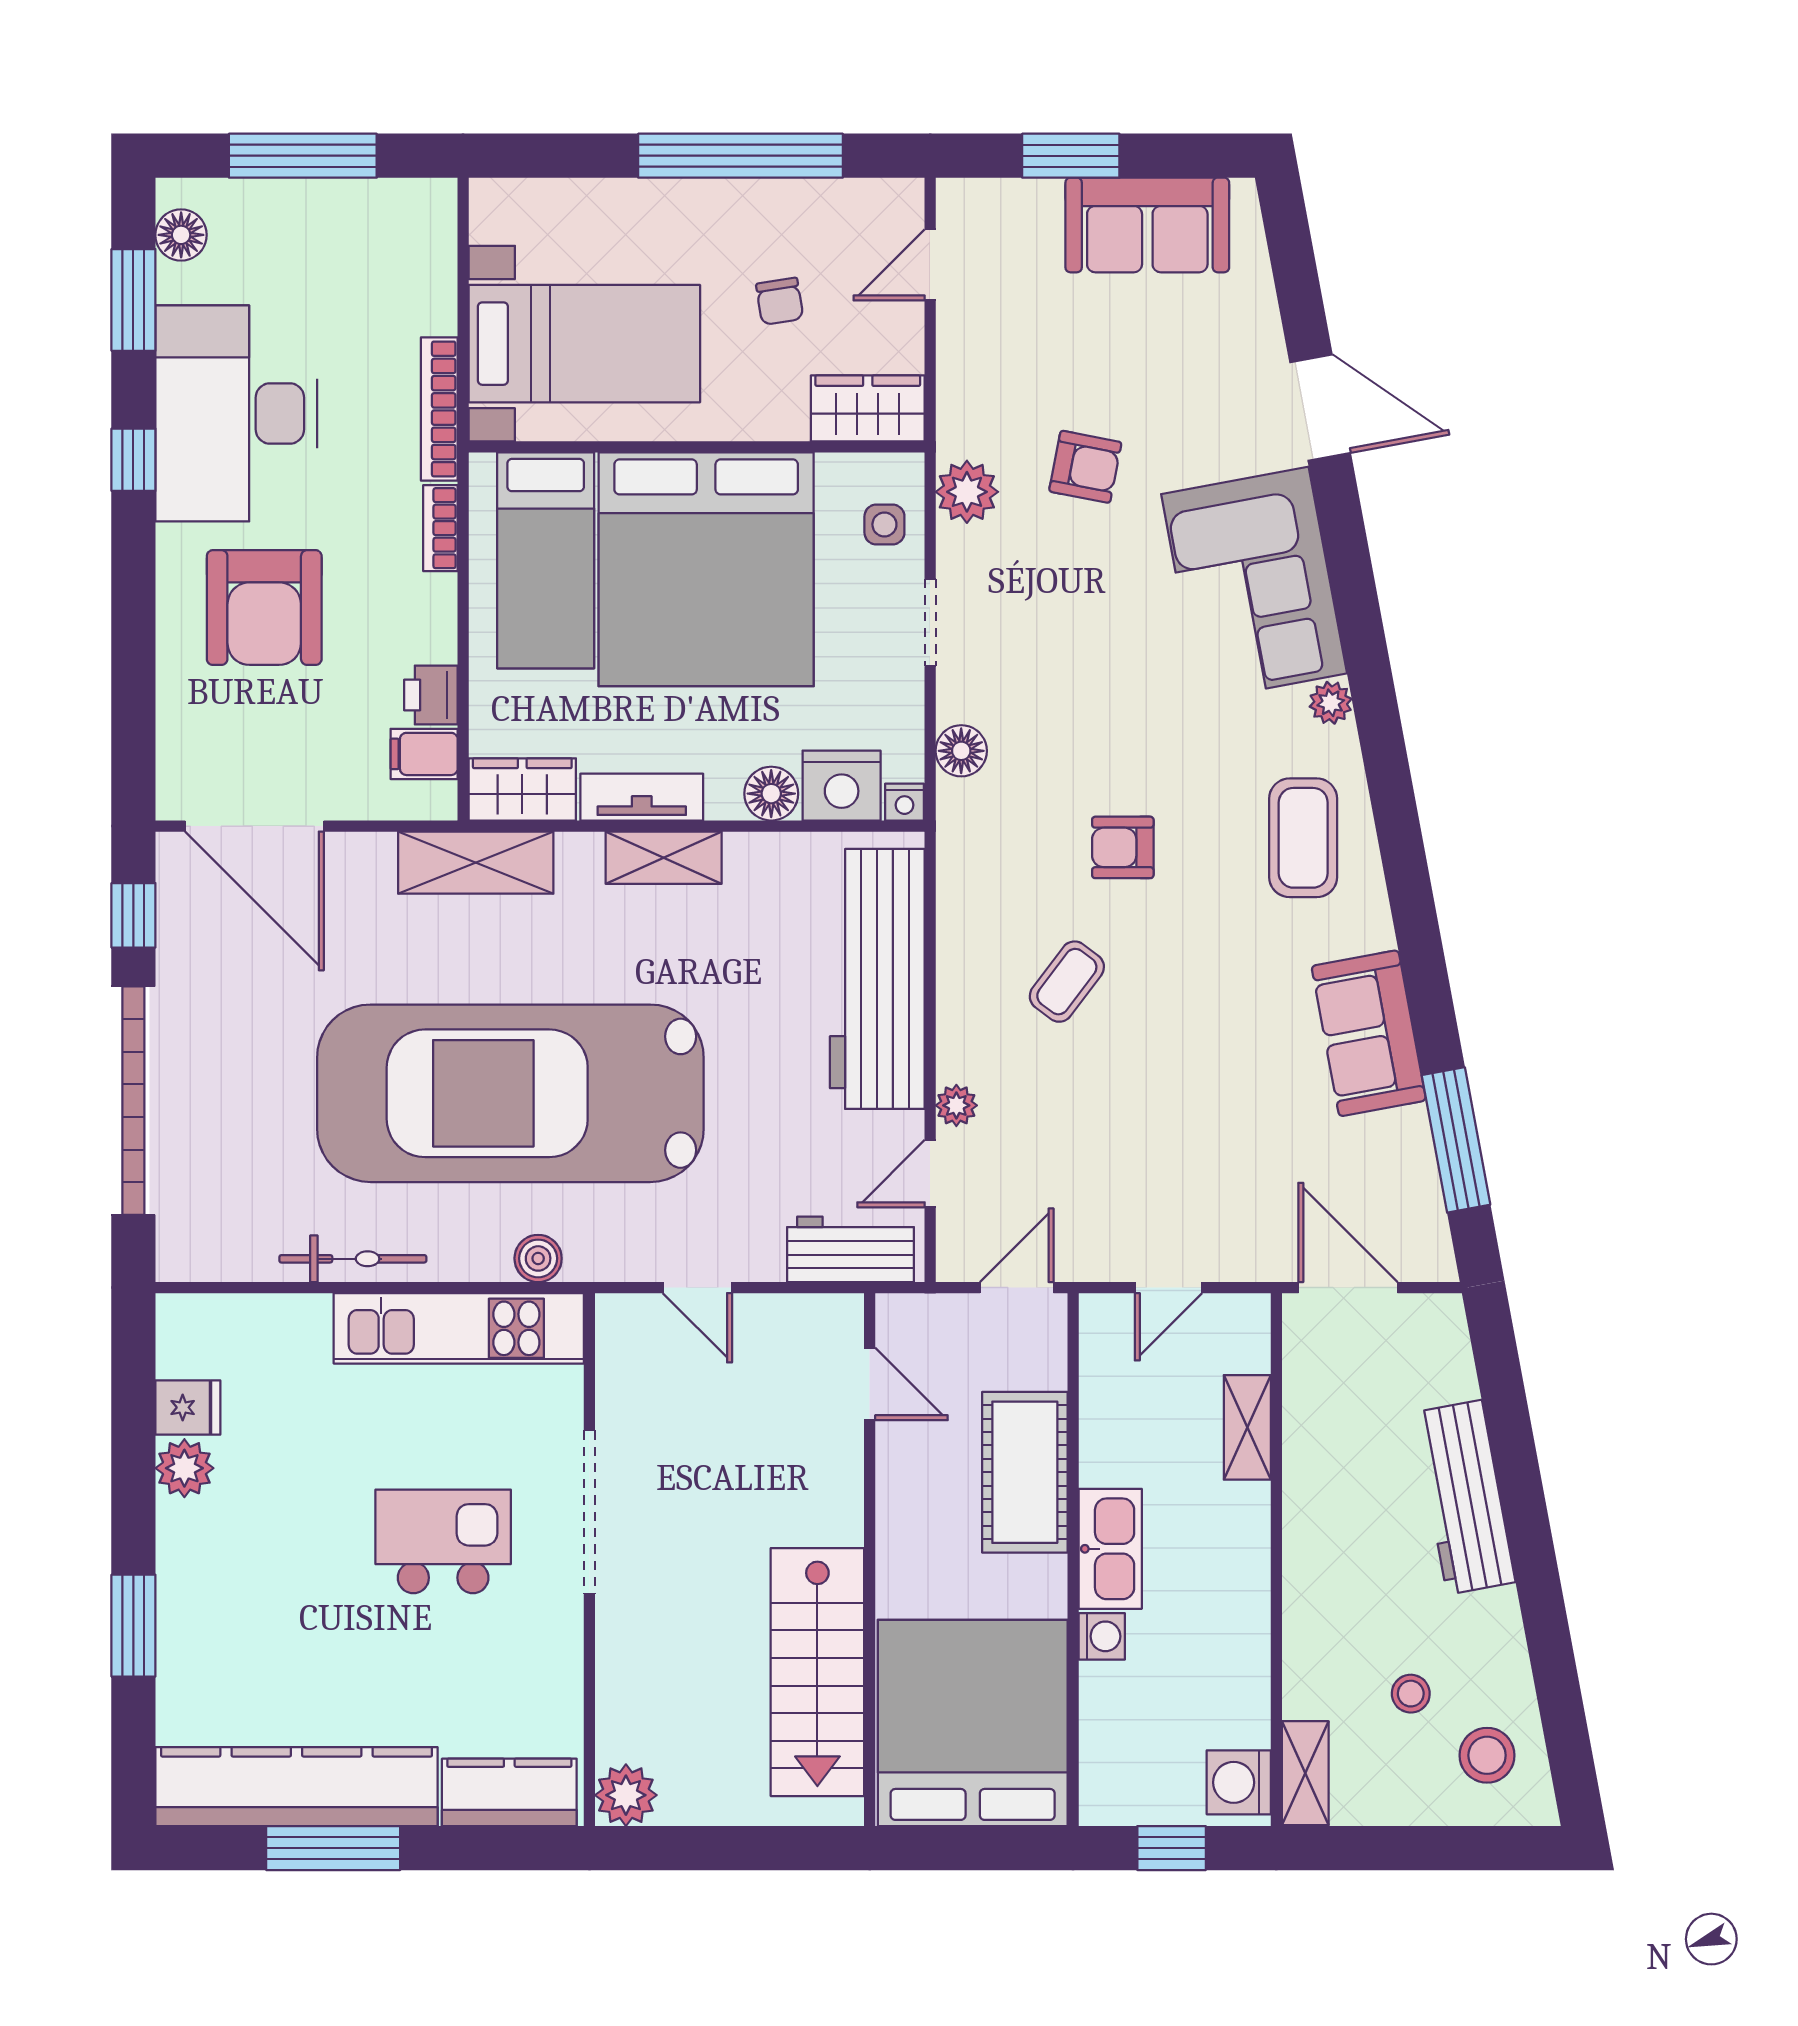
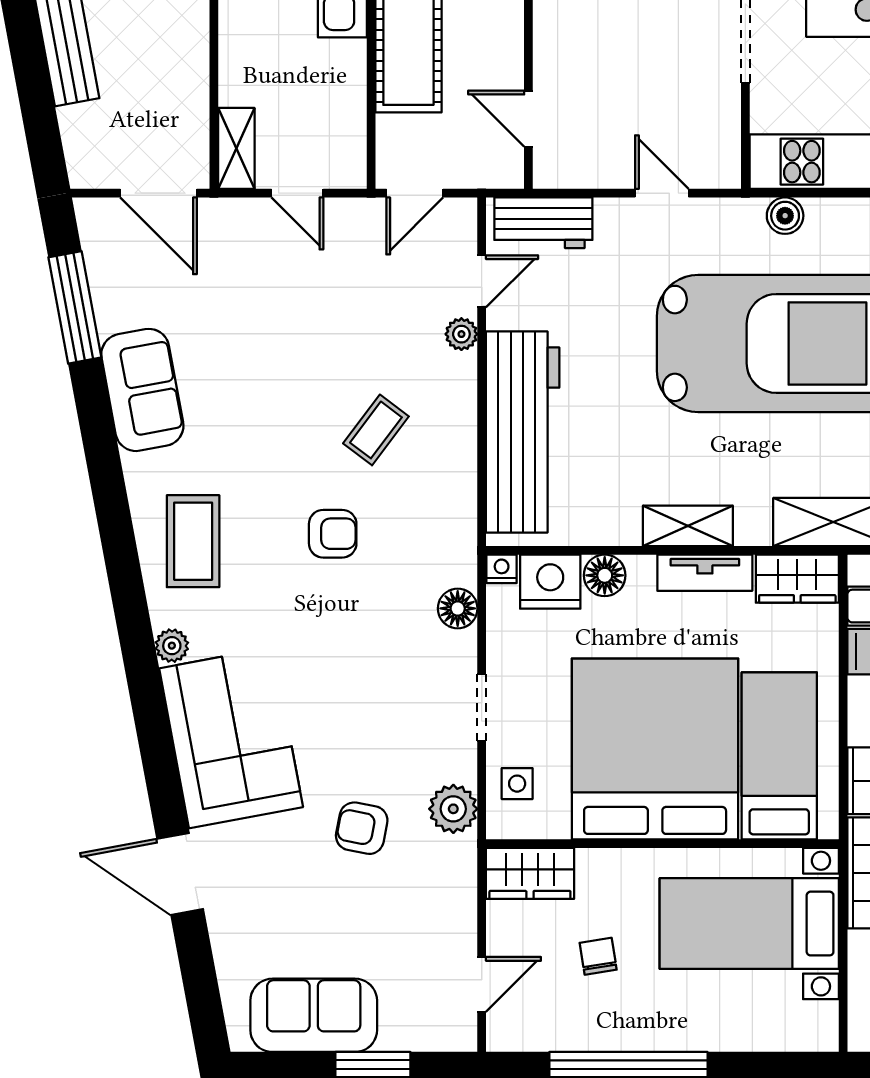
door: (1168, 1288) -> (297, 193), swing flipped
shelving: (1247, 1427) -> (236, 148), moved

